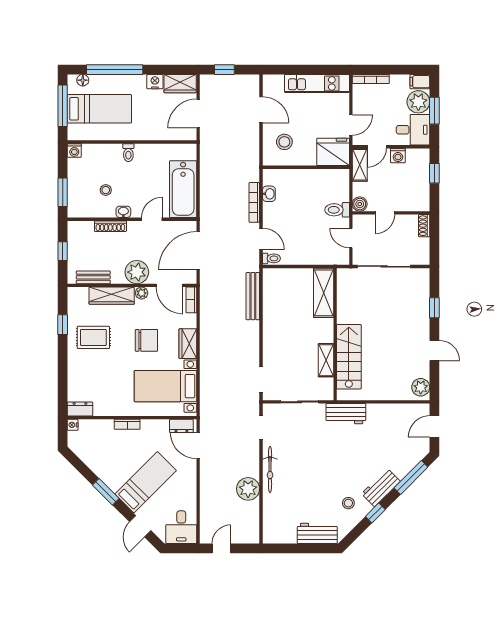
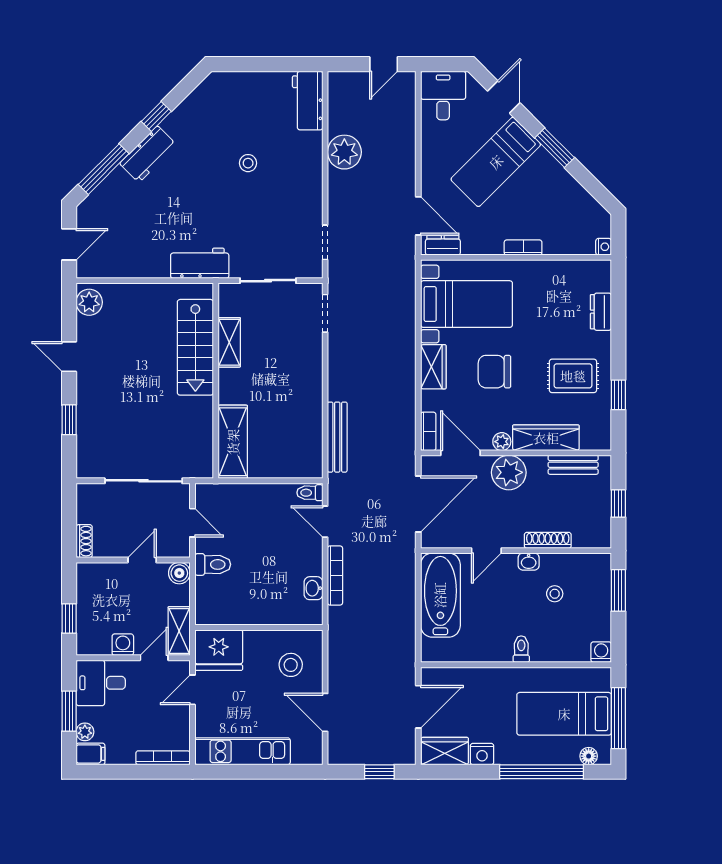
plant: (418, 102) -> (85, 732), width x0.53, depth x0.53
dresser: (80, 409) -> (601, 312), moved, turned 90
bicycle: (270, 469) -> (312, 181), removed
stool: (348, 503) -> (248, 163), moved
workbench: (317, 533) -> (308, 100), moved, turned 90

